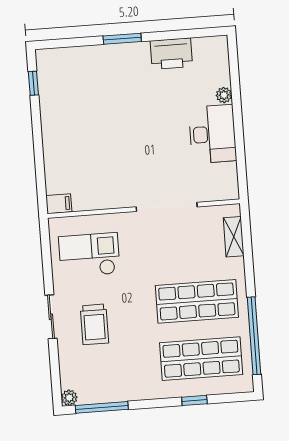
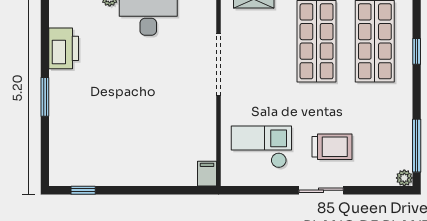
checkout: (89, 255) -> (261, 147), turned 90

